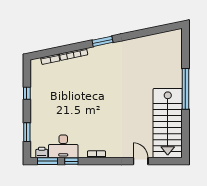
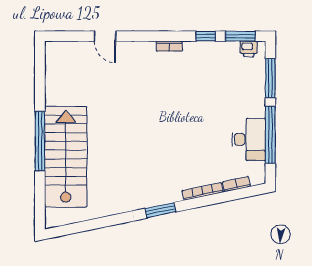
window: (27, 93) -> (270, 135), width x3.17
stairs: (168, 123) -> (66, 157), moved
window: (27, 132) -> (270, 78), width x1.44
desk: (63, 146) -> (249, 139), moved, turned 90

